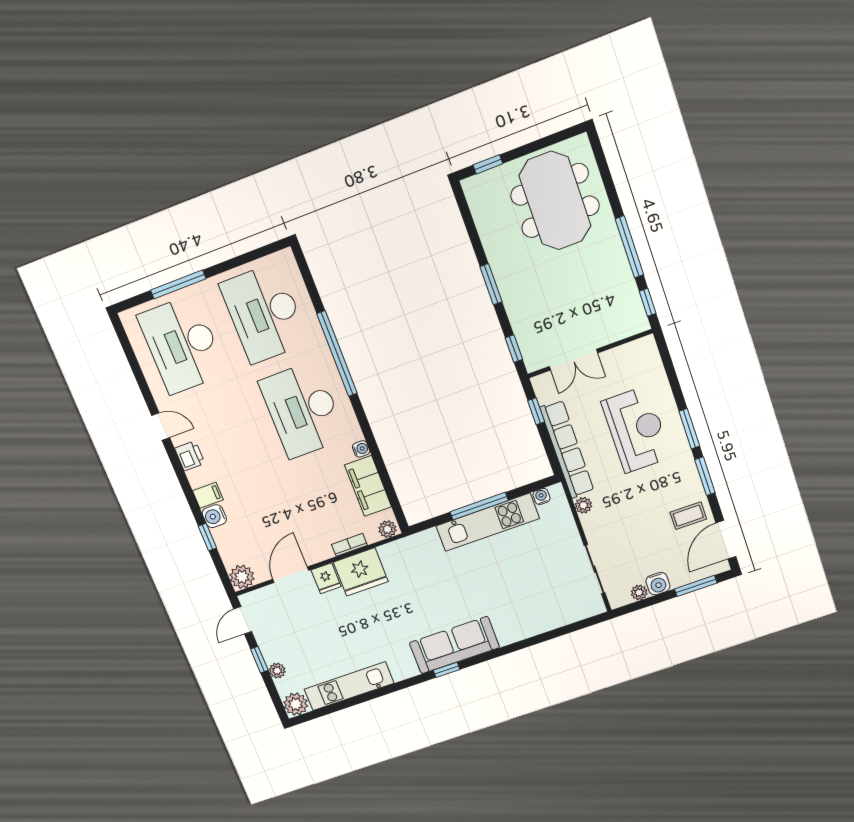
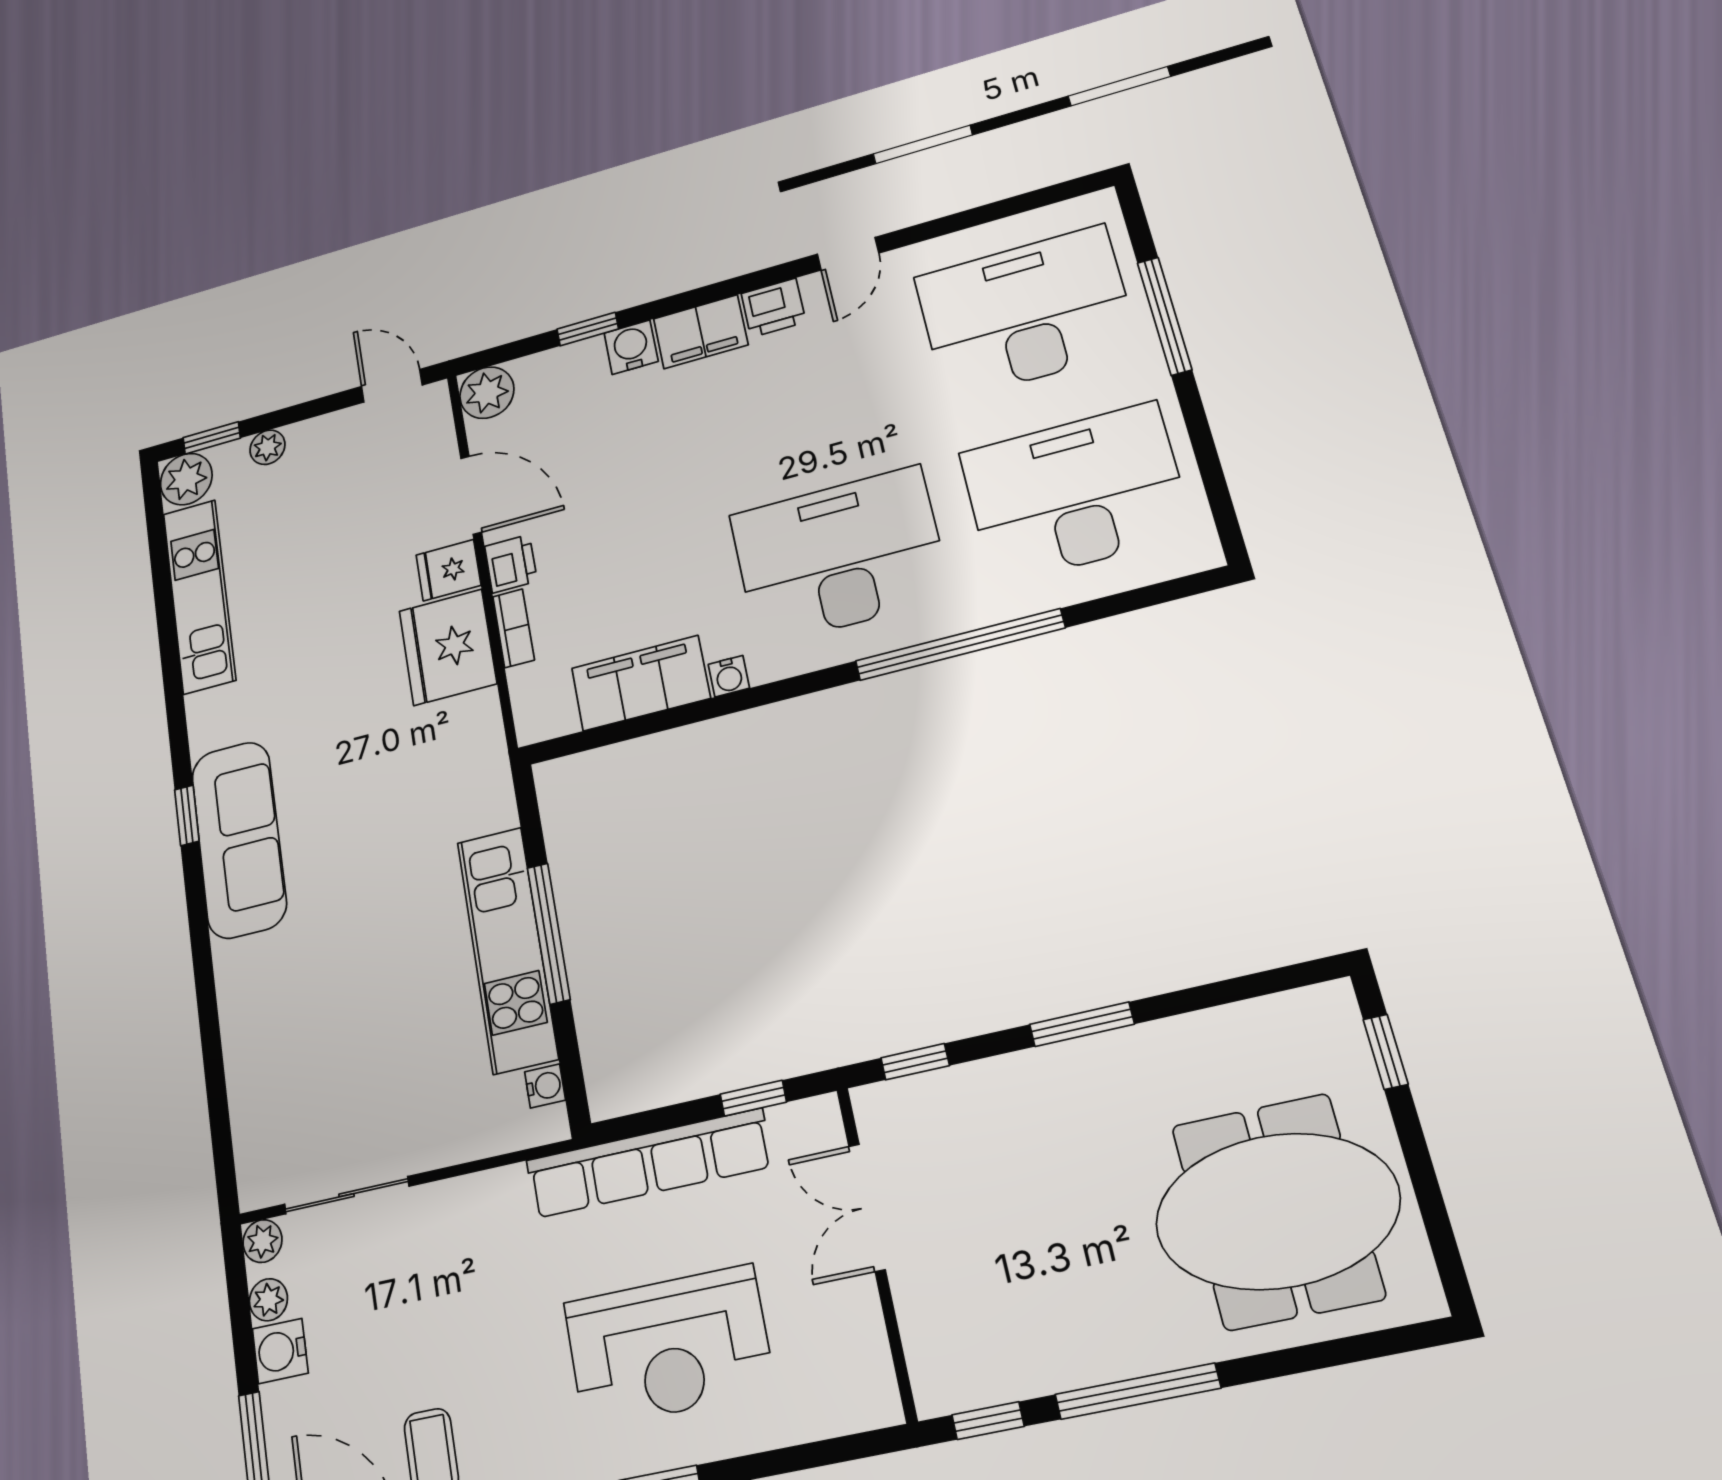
filing cabinet: (208, 495) -> (701, 332), width x2.00
plant: (583, 505) -> (262, 1241), moved
plant: (387, 529) -> (534, 716), removed
printer: (320, 551) -> (511, 564), added
window: (259, 660) -> (212, 438), moved

